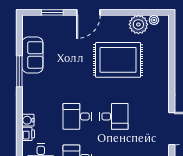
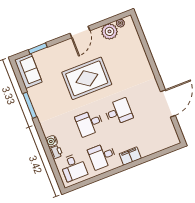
door: (88, 12) -> (80, 32), moved
sofa: (32, 55) -> (28, 71), moved
rug: (118, 60) -> (87, 78), moved

